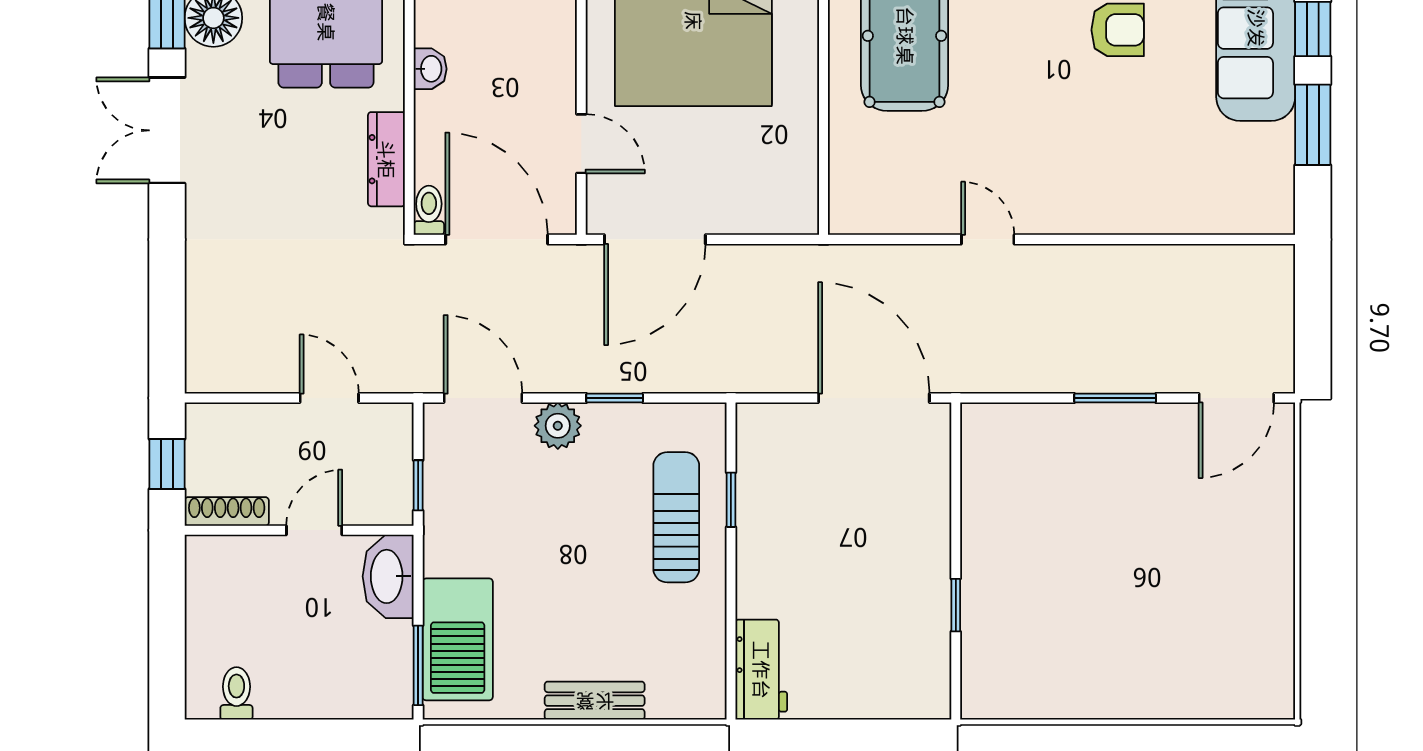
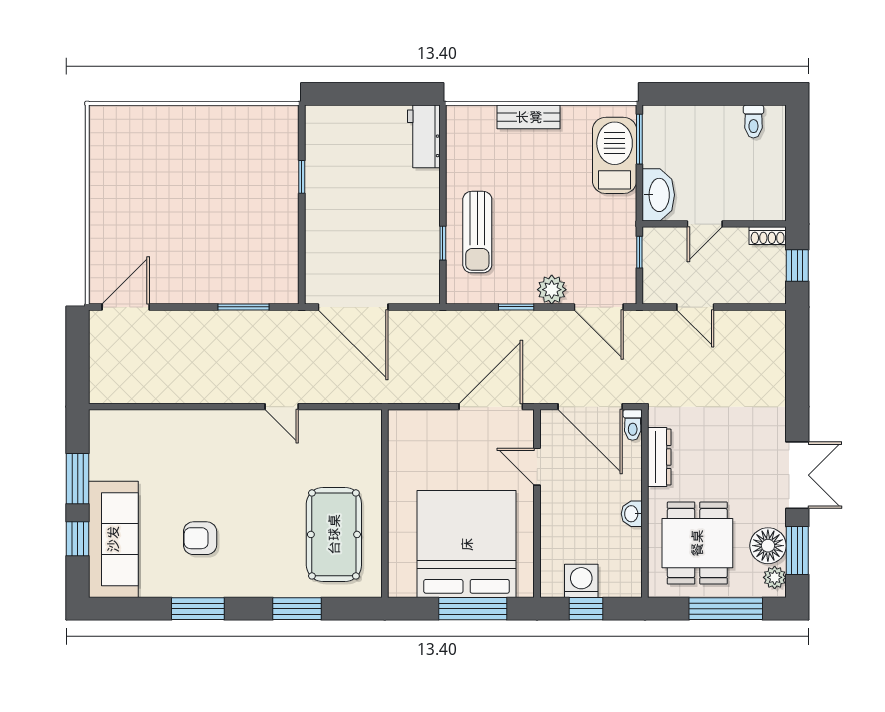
window: (1115, 398) -> (243, 307), moved
shoe rack: (227, 512) -> (768, 236), width x0.70

